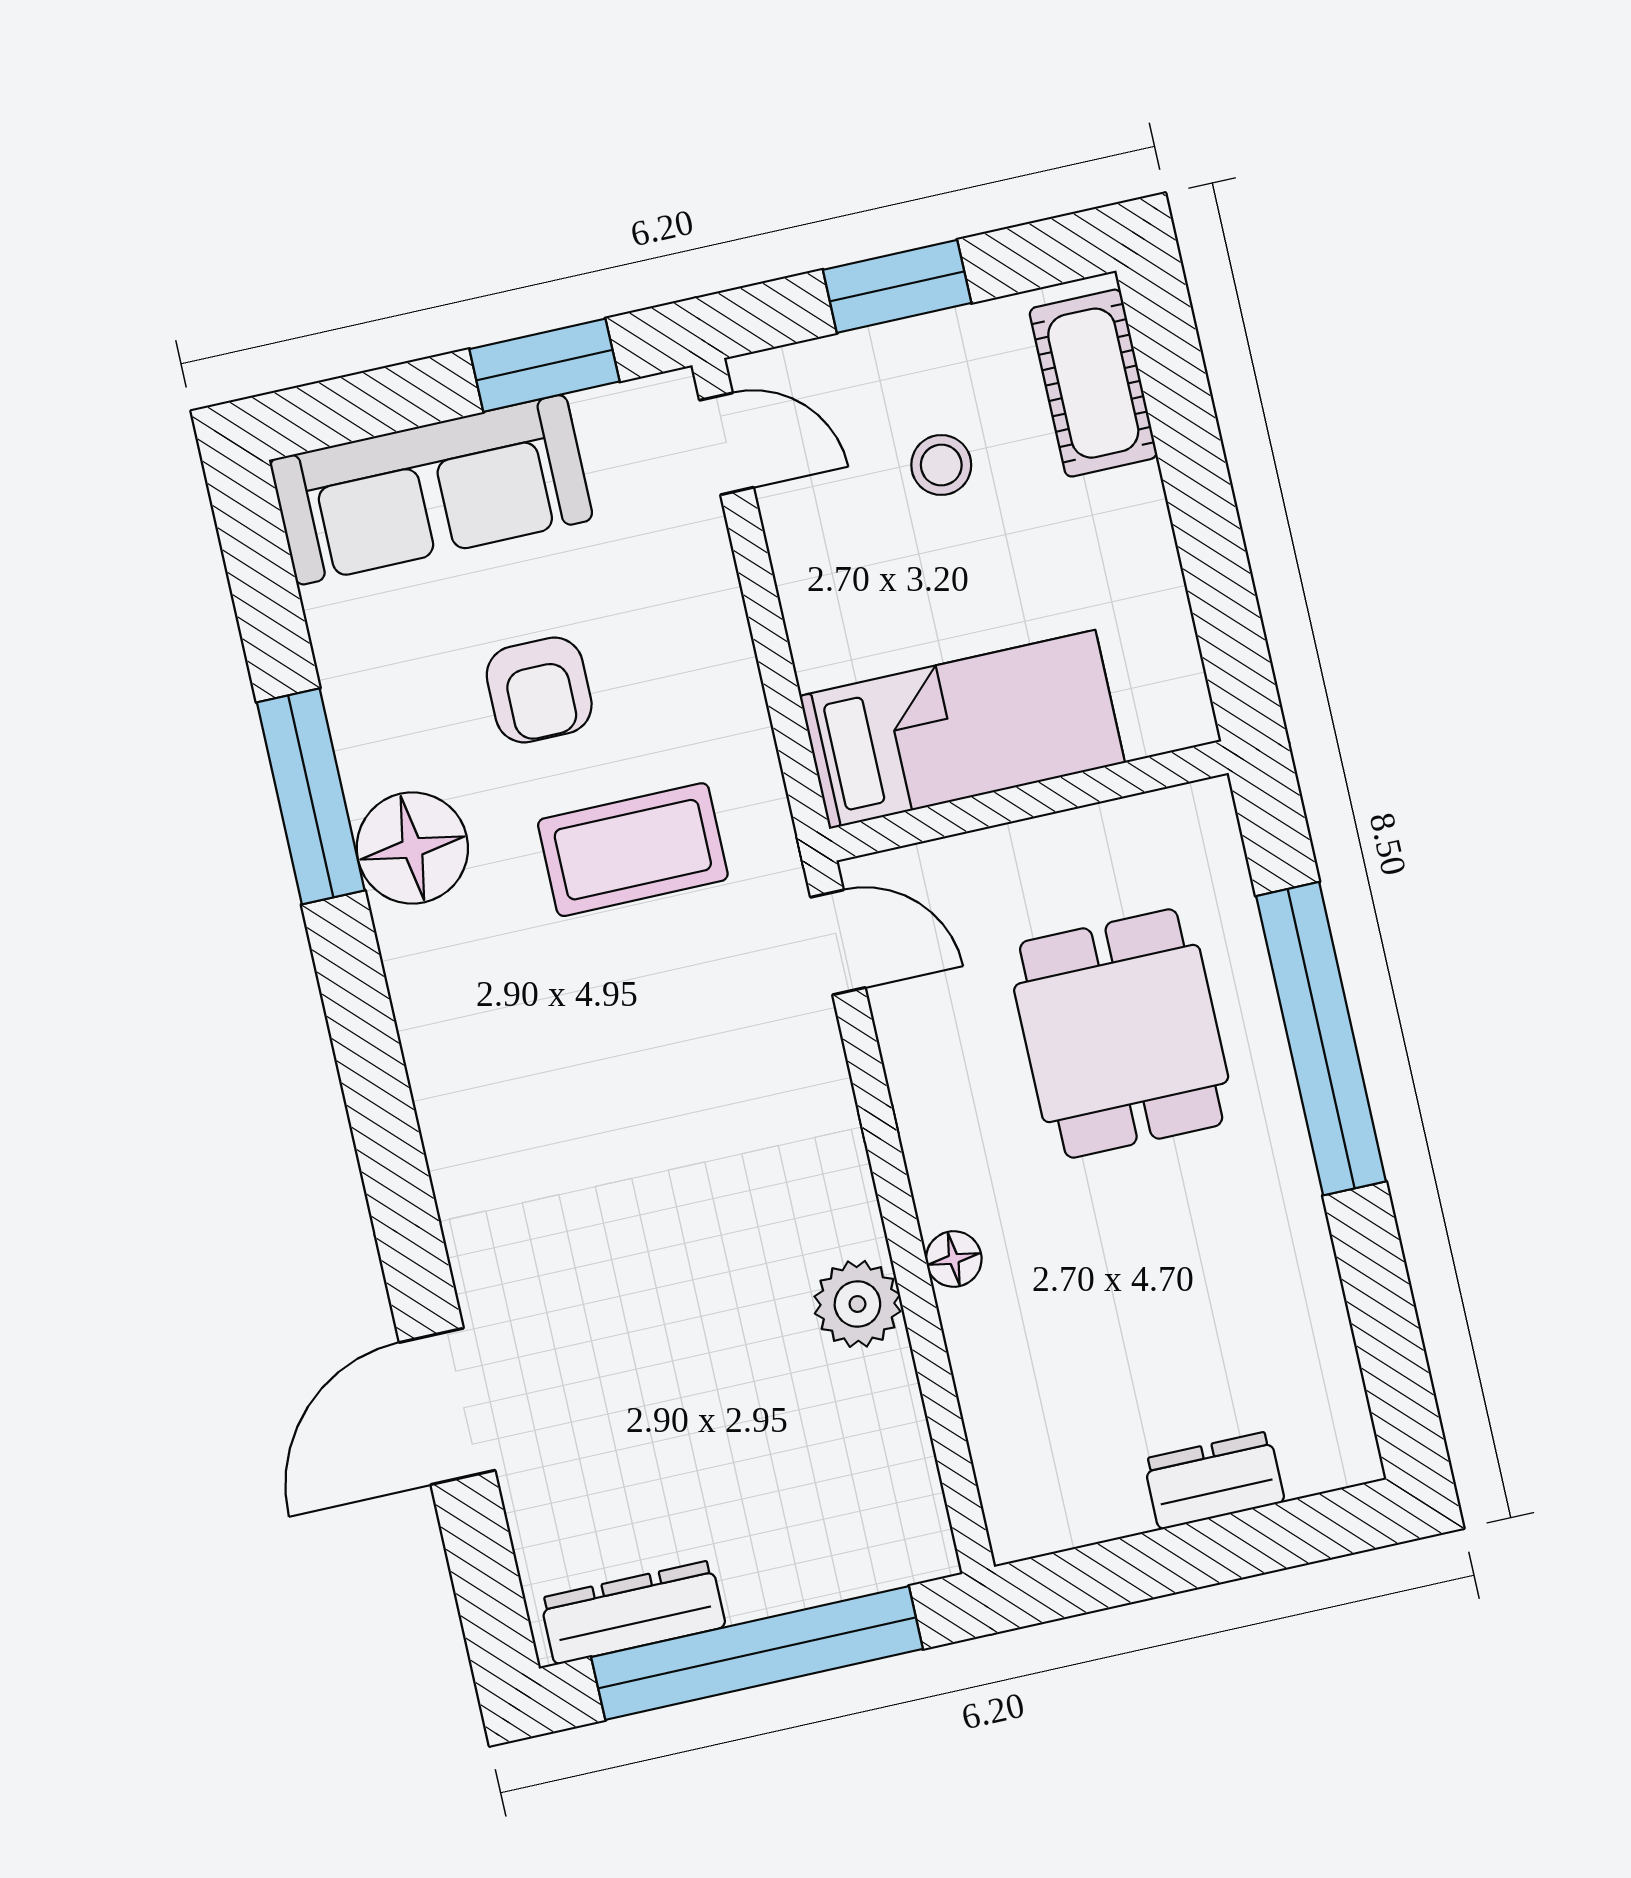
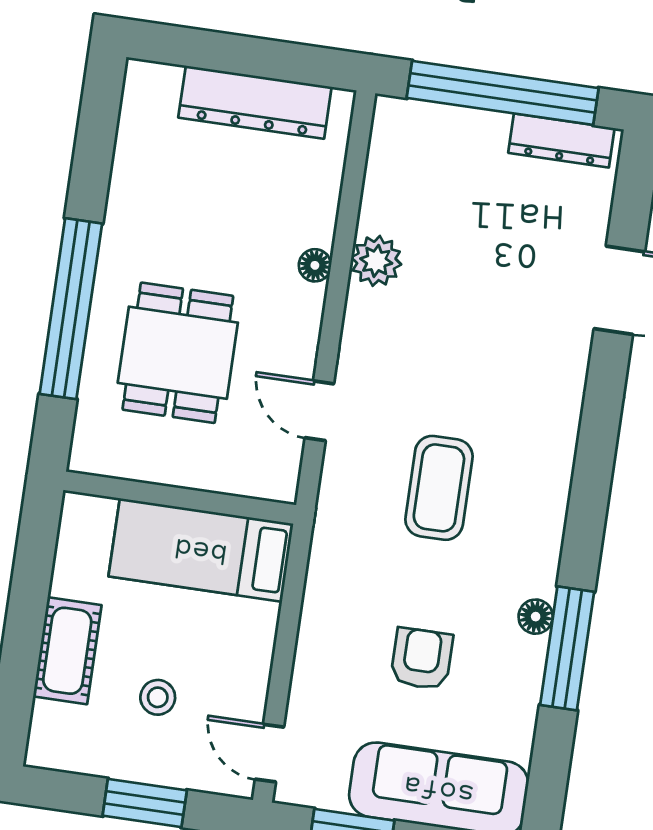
cot: (1093, 383) -> (67, 651), moved
floor lamp: (412, 848) -> (536, 617), width x0.53, depth x0.53
coffee table: (633, 850) -> (439, 488), moved, turned 90
door: (838, 942) -> (319, 411), moved
dresser: (1214, 1480) -> (255, 102), width x1.96, depth x1.24

